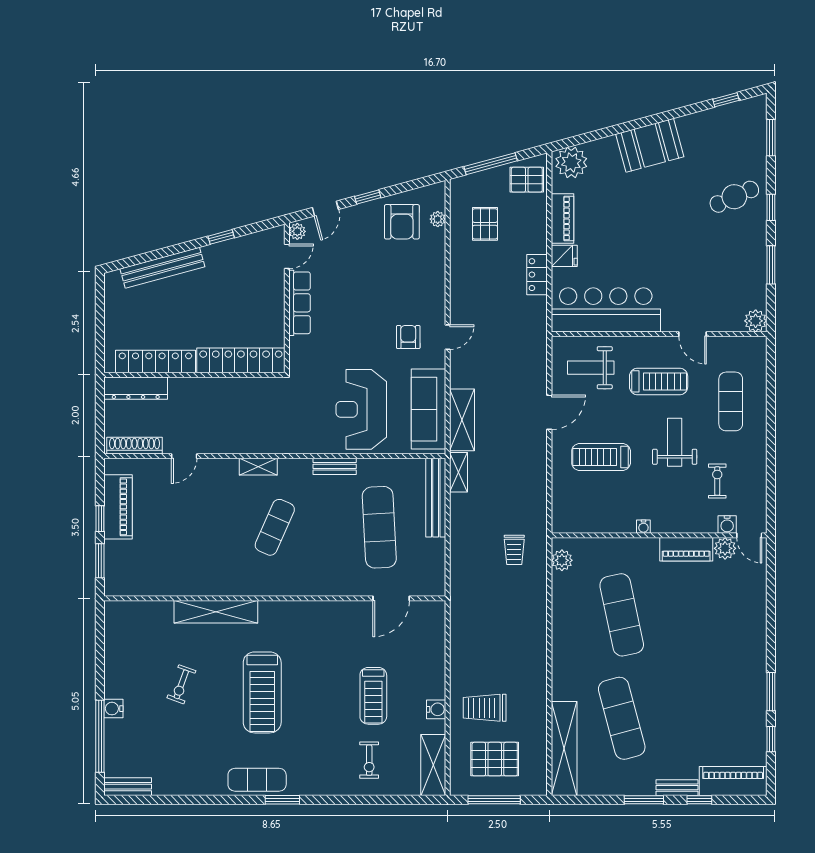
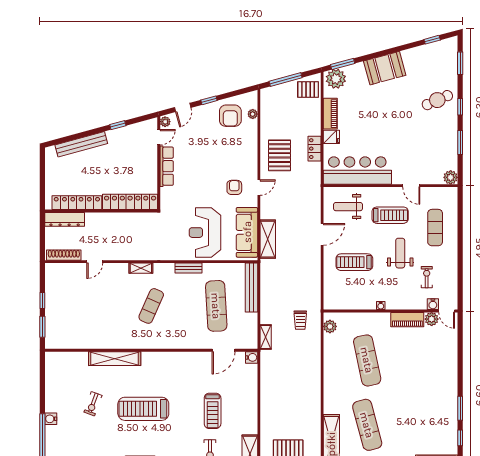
window: (582, 139) -> (343, 64), added
pallet: (485, 224) -> (279, 155), moved, width x1.50, depth x1.42
shelving: (459, 472) -> (266, 337), moved
piano: (118, 507) -> (54, 293), removed
treadmill: (262, 692) -> (143, 409), turned 90
trolley: (485, 708) -> (282, 418), removed
water cooler: (436, 709) -> (252, 357), moved

